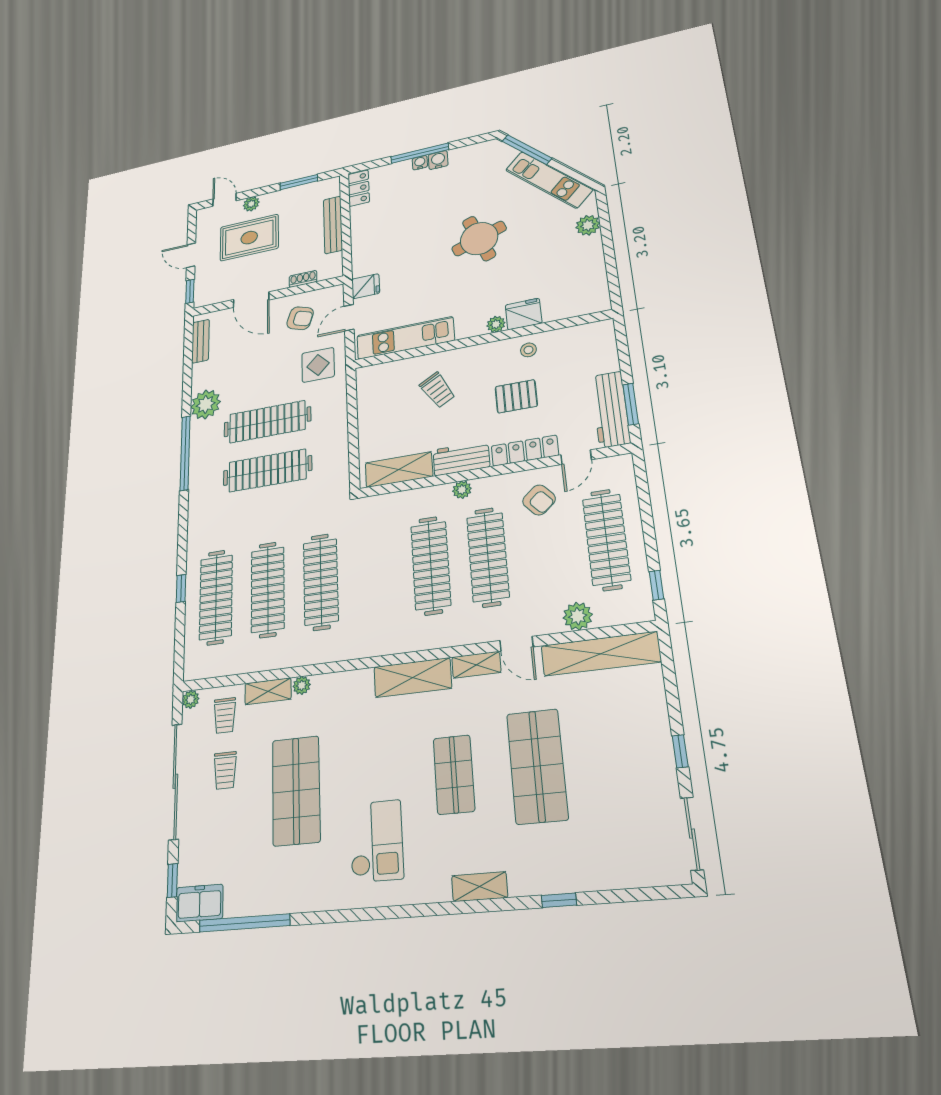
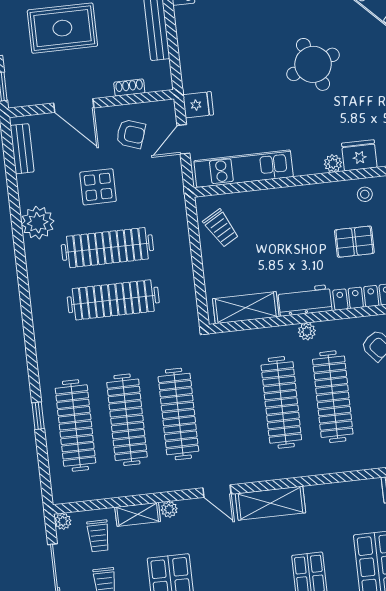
display table: (318, 365) -> (98, 187), moved
trolley: (437, 390) -> (221, 228), moved
window: (185, 453) -> (22, 275), removed
door: (516, 644) -> (217, 491), moved
shelving: (476, 665) -> (326, 493), removed

